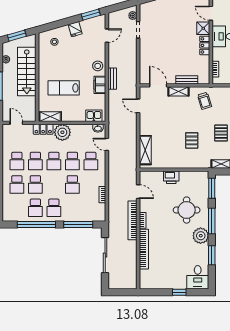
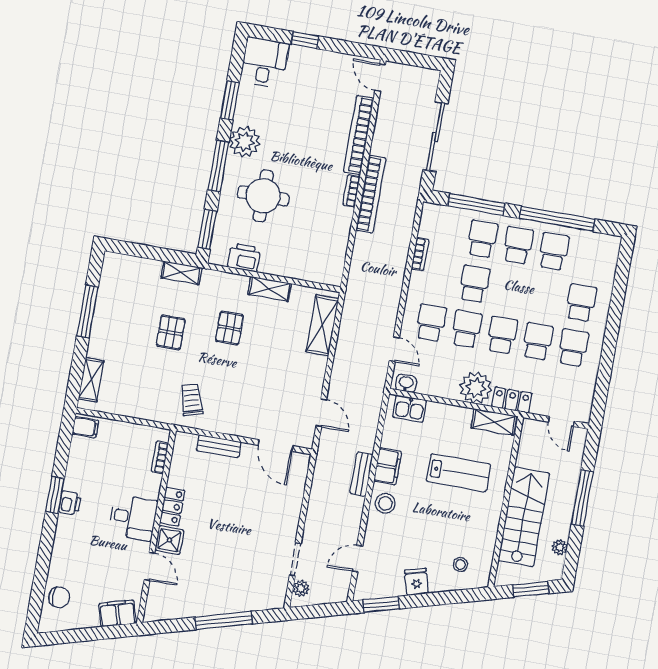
shelving: (178, 91) -> (270, 289), moved
printer: (171, 177) -> (244, 258), moved
school desk: (35, 184) -> (482, 239), moved
door: (138, 192) -> (380, 78), moved

